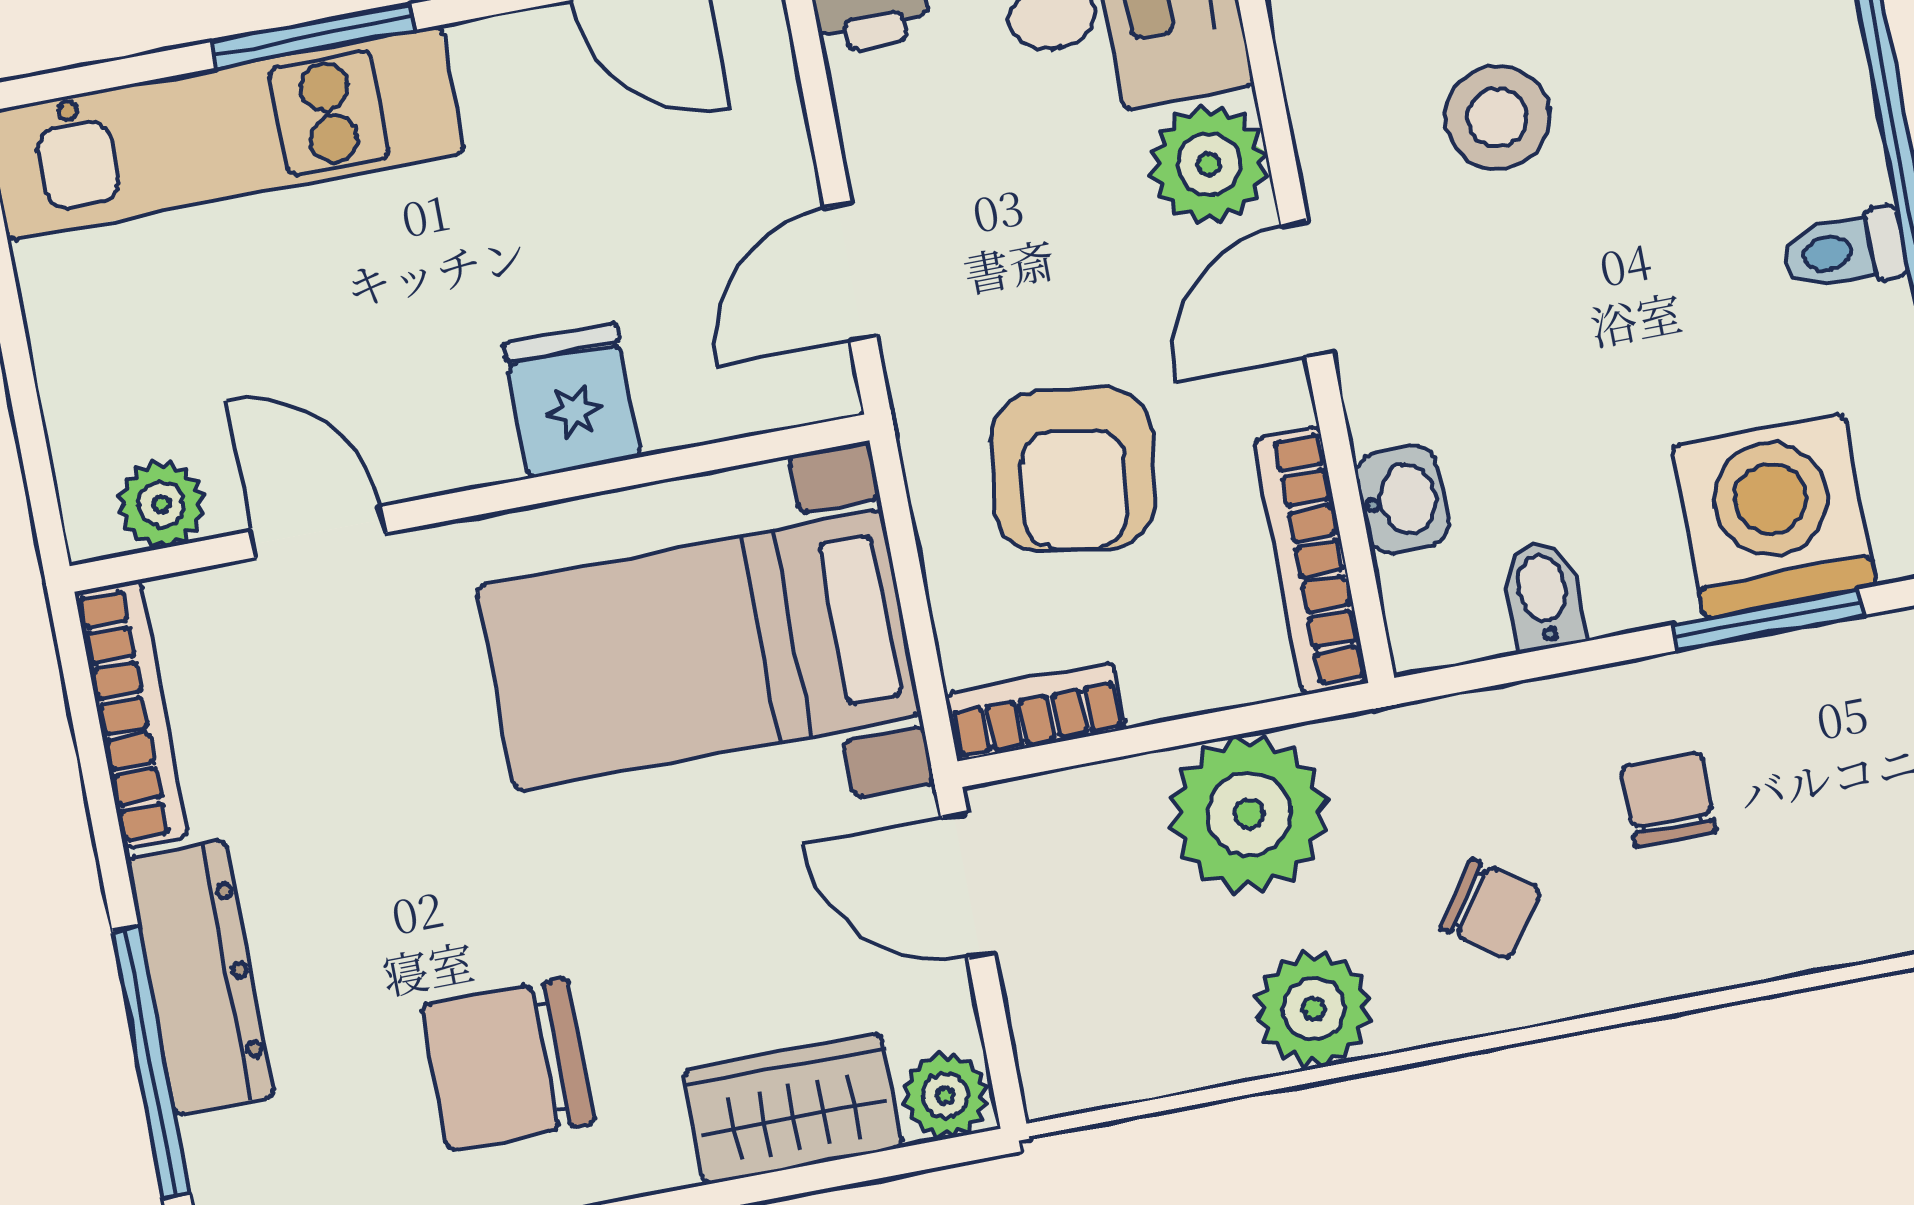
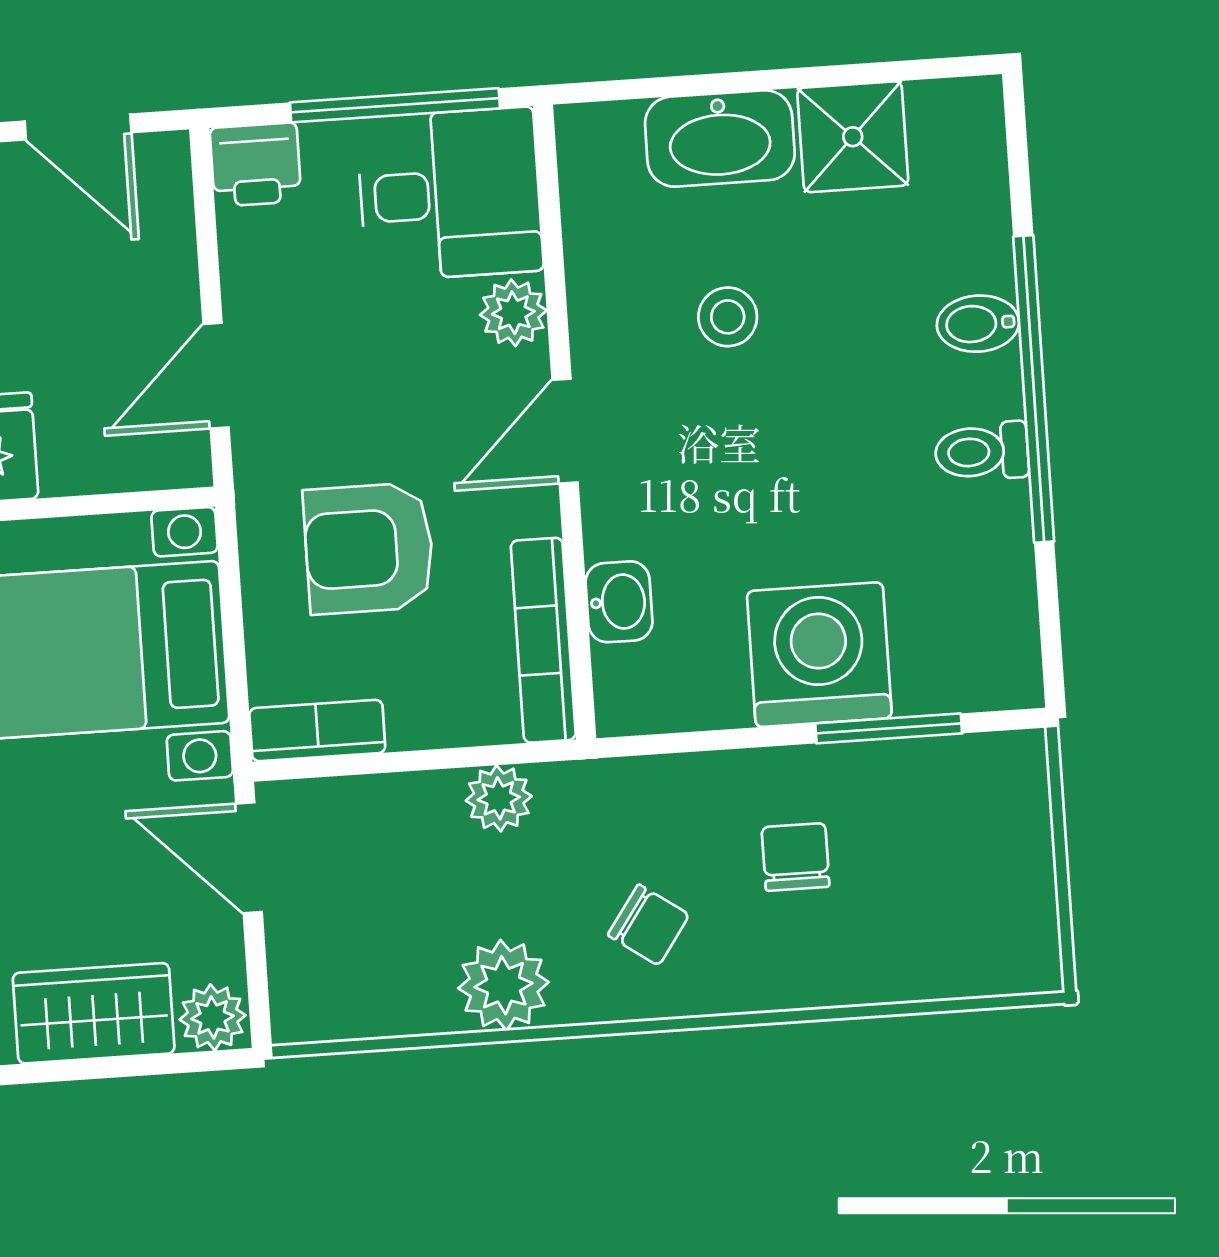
stool: (1497, 117) -> (728, 317), width x0.73, depth x0.73
plant: (1209, 164) -> (513, 313), width x0.73, depth x0.73
armchair: (1073, 470) -> (369, 548), turned 82
washing machine: (1774, 516) -> (819, 655), moved
bidet: (1543, 595) -> (978, 324), moved, turned -90
plant: (1249, 814) -> (499, 798), width x0.53, depth x0.53

